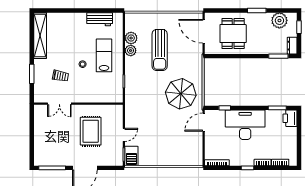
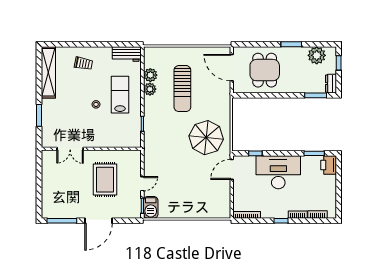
workbench: (100, 19) -> (127, 54), moved
trolley: (60, 76) -> (83, 63), moved

